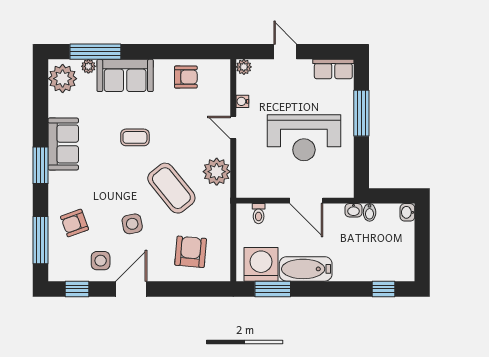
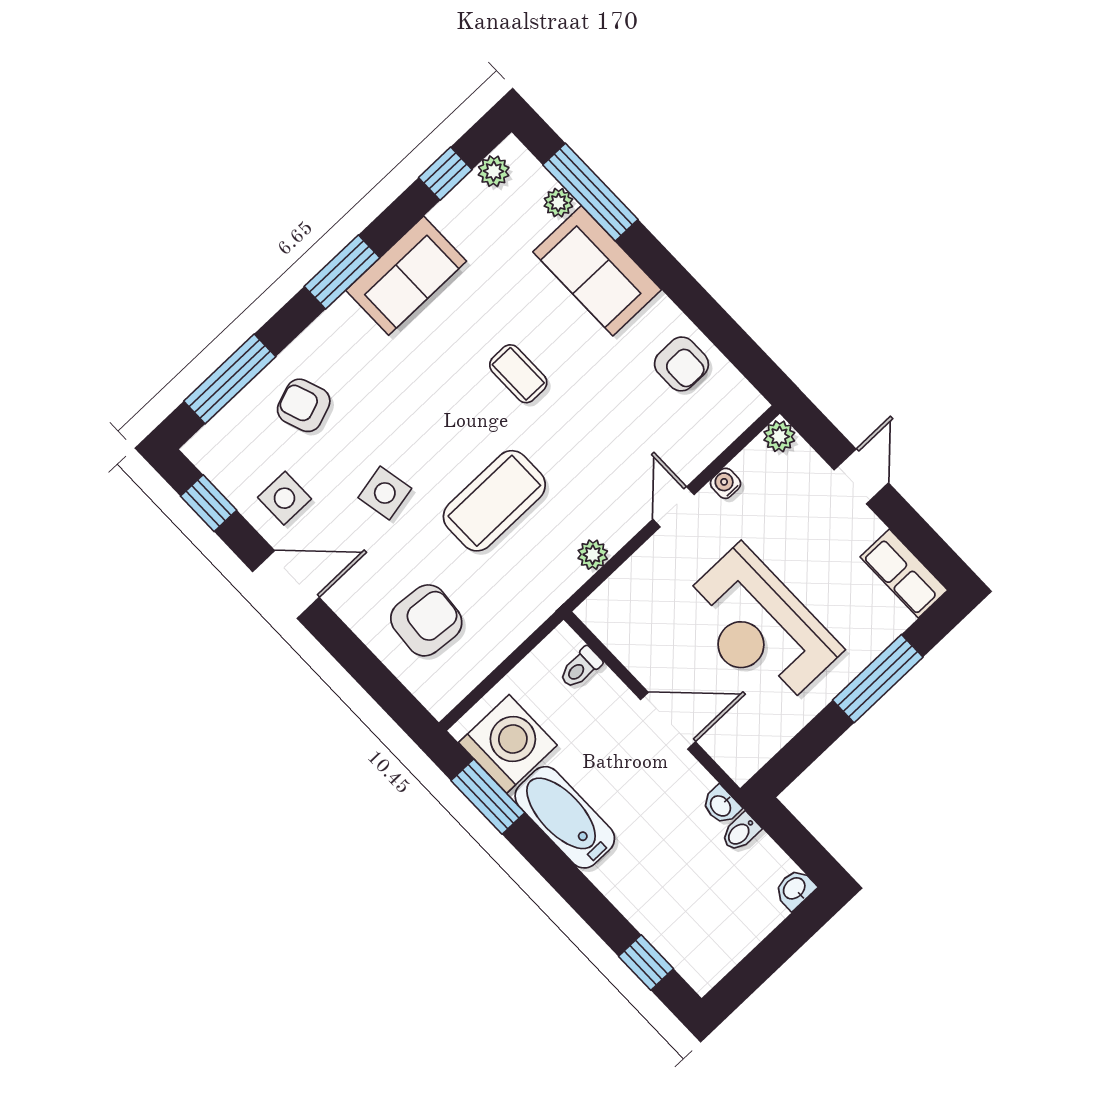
plant: (63, 79) -> (494, 171), width x0.53, depth x0.53
window: (41, 96) -> (445, 174), added
plant: (217, 172) -> (593, 555), width x0.53, depth x0.53
coffee table: (171, 188) -> (494, 501), turned 39
door: (306, 201) -> (668, 721), swing flipped

